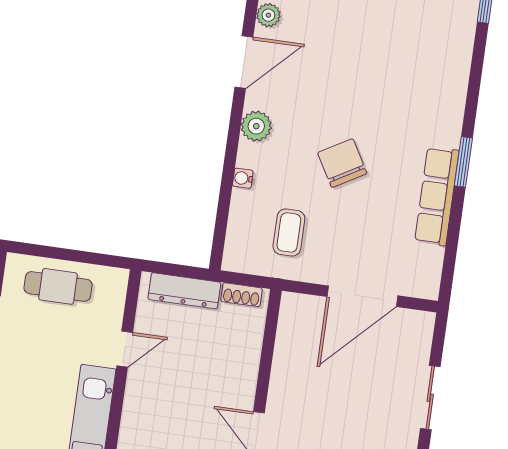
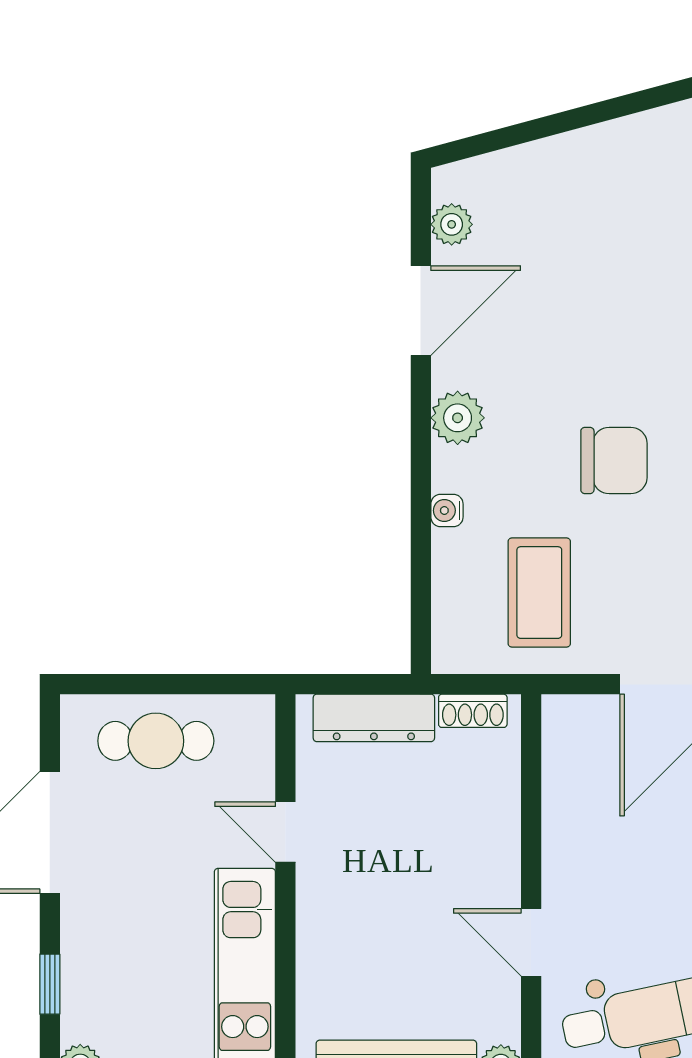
chair: (342, 163) -> (614, 460), turned 120
coffee table: (289, 232) -> (539, 593), width x1.36, depth x1.30
door: (125, 349) -> (285, 832), swing flipped

